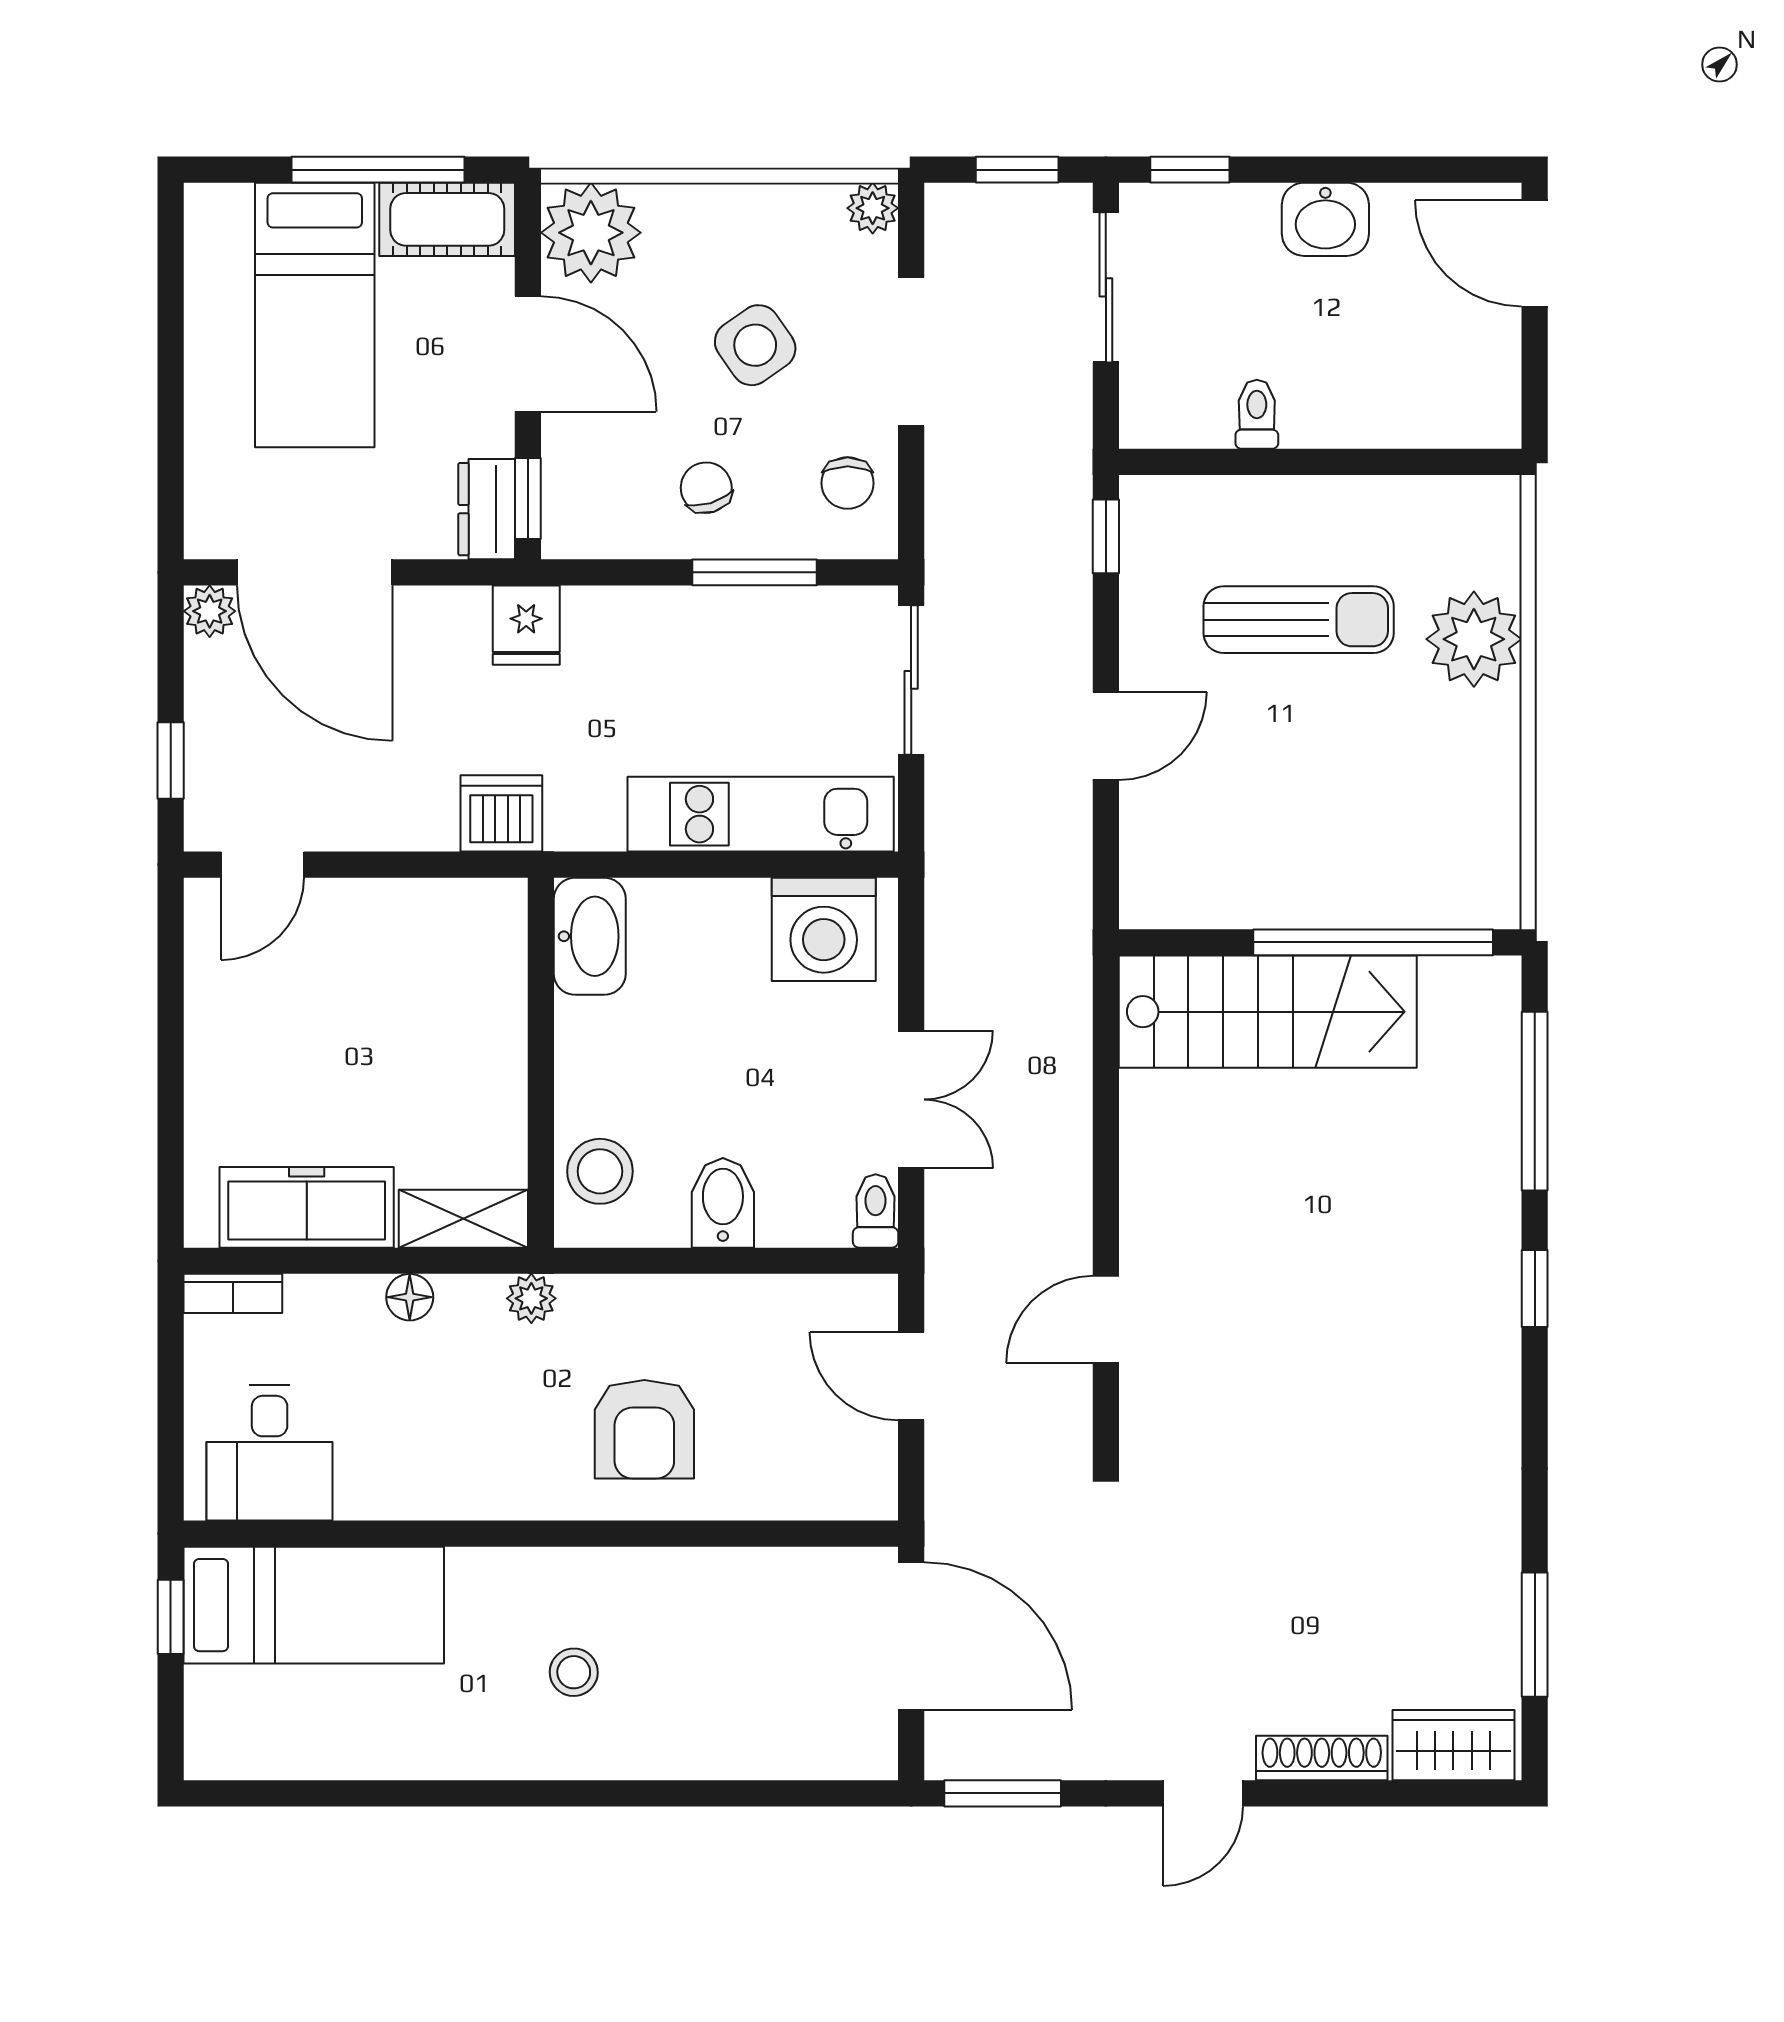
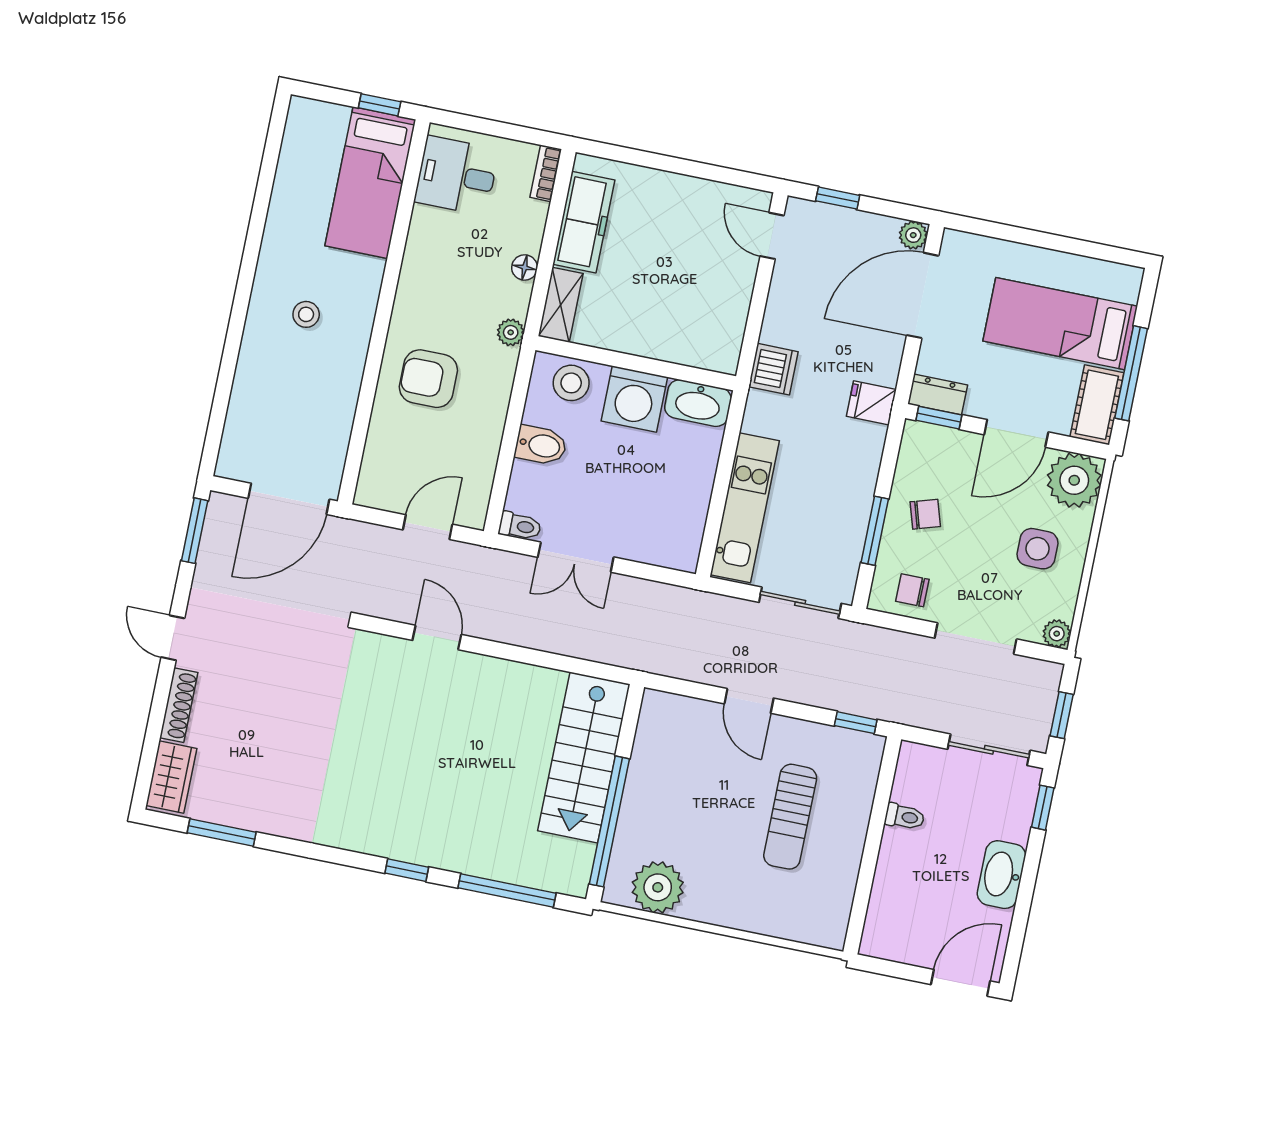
washbasin: (1325, 219) -> (1001, 875), width x1.38
side table: (755, 345) -> (1038, 549), moved, turned 35
plant: (1474, 639) -> (658, 887), moved
washing machine: (824, 929) -> (634, 399), moved, turned -90

